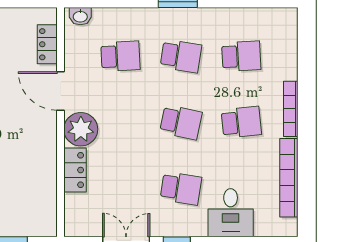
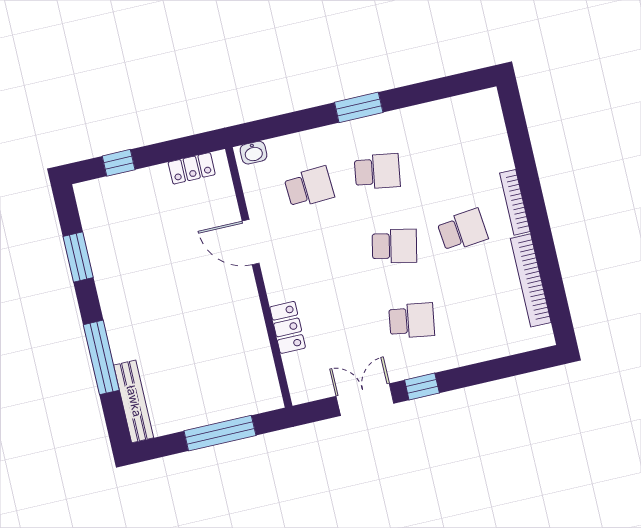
locker: (47, 44) -> (192, 168), moved, turned -90
school desk: (241, 56) -> (445, 156), removed
plant: (81, 129) -> (283, 280), removed
desk: (231, 213) -> (474, 335), removed

